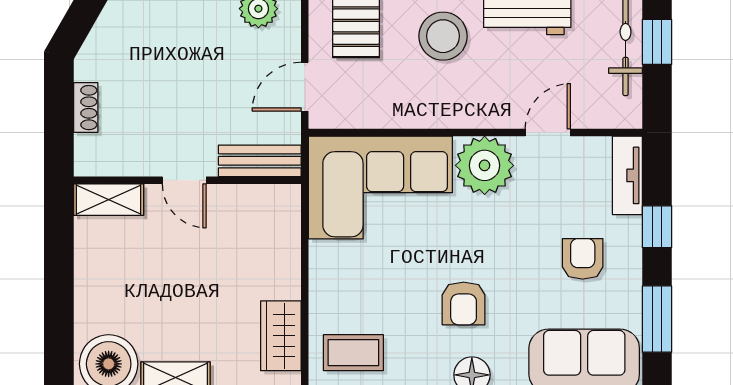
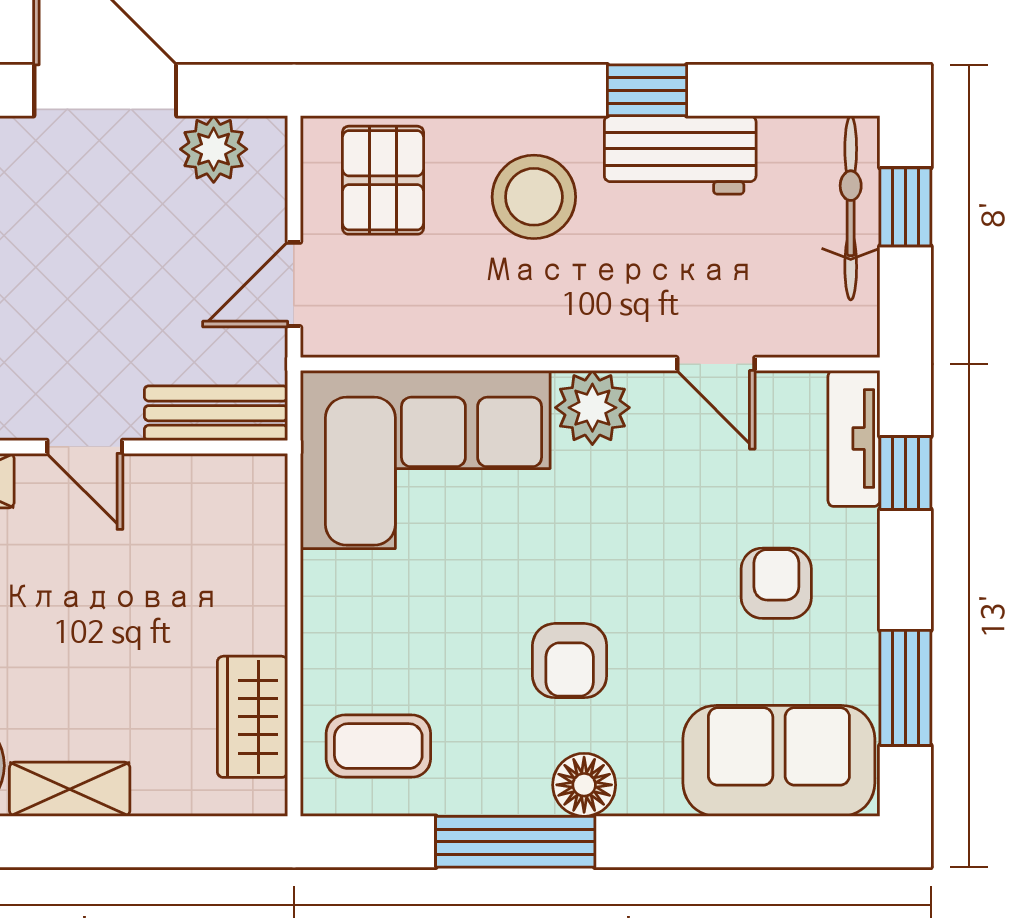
door: (548, 133) -> (716, 364), swing flipped
plant: (485, 165) -> (592, 408), width x0.73, depth x0.73
window: (657, 227) -> (905, 473), moved

